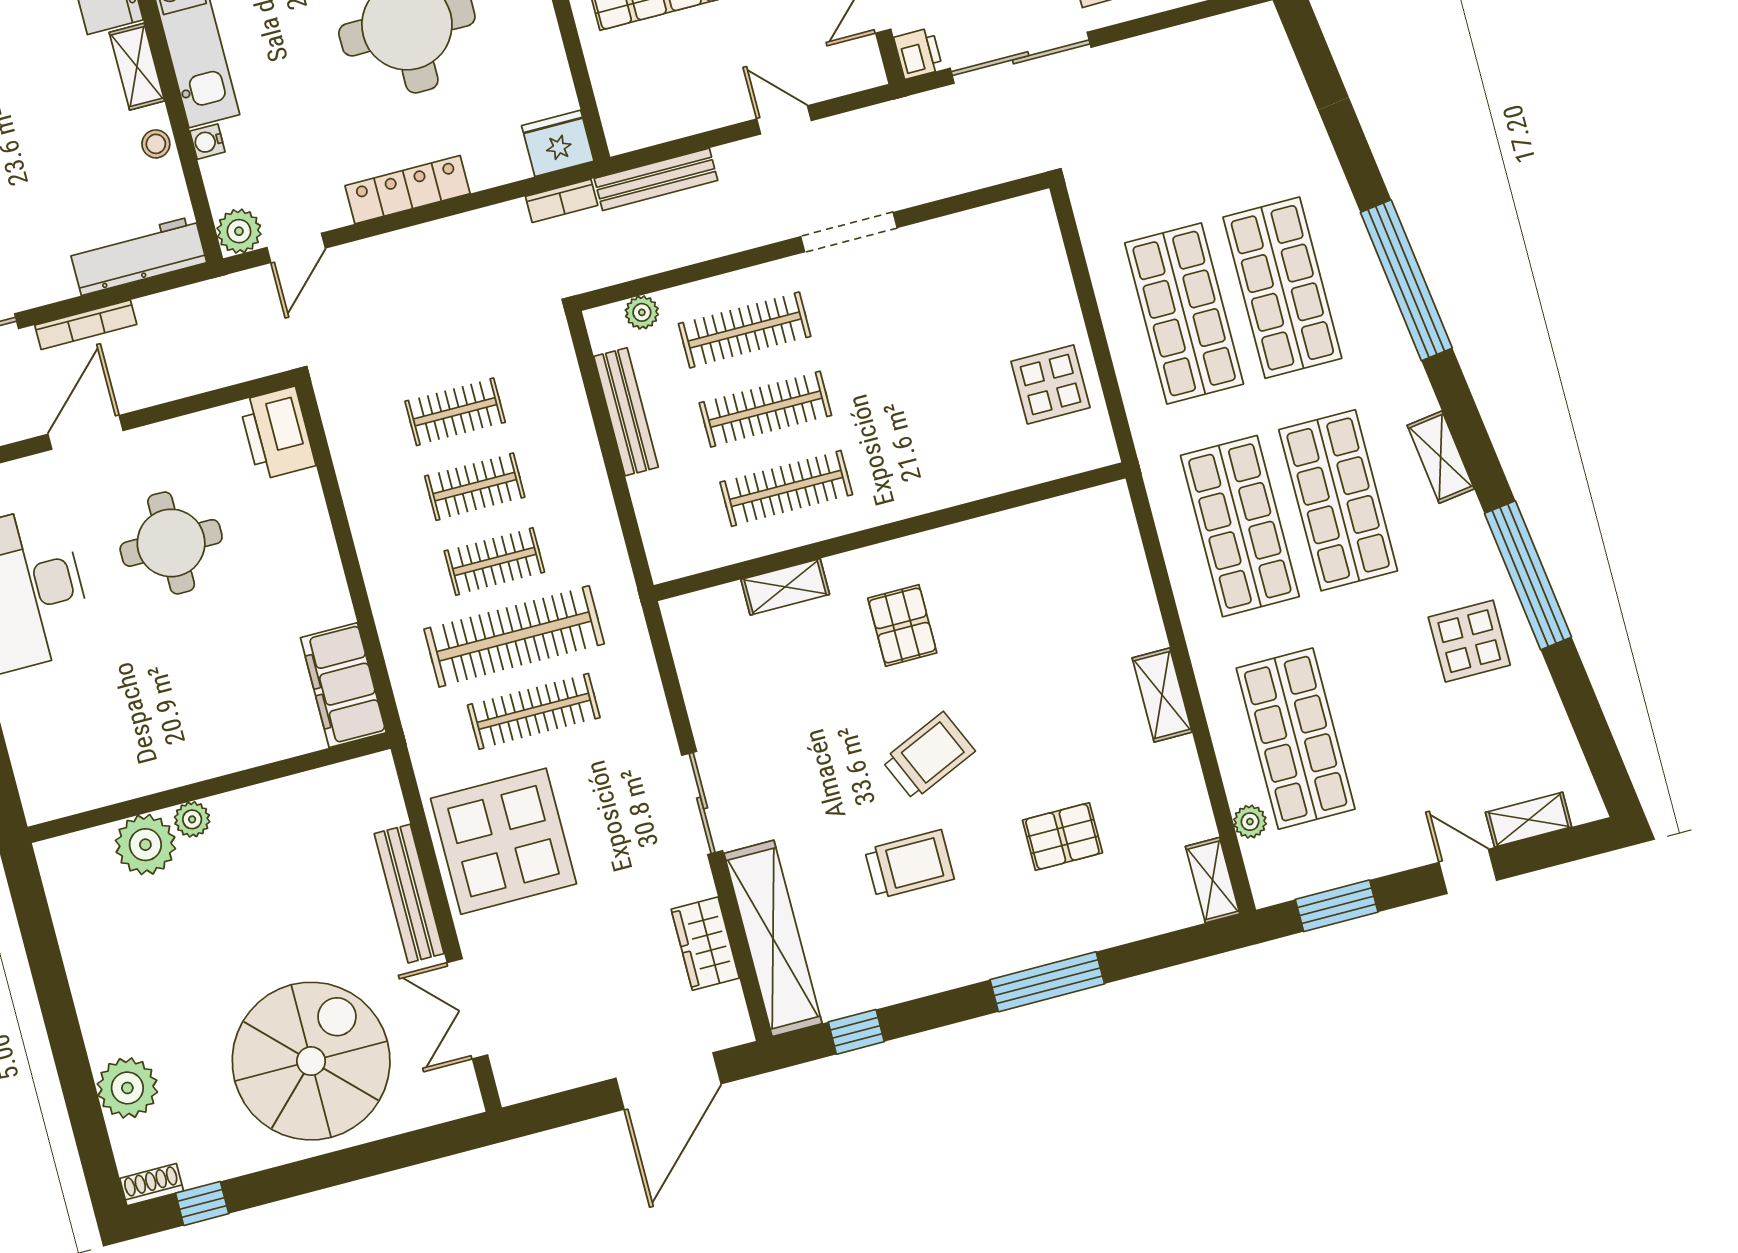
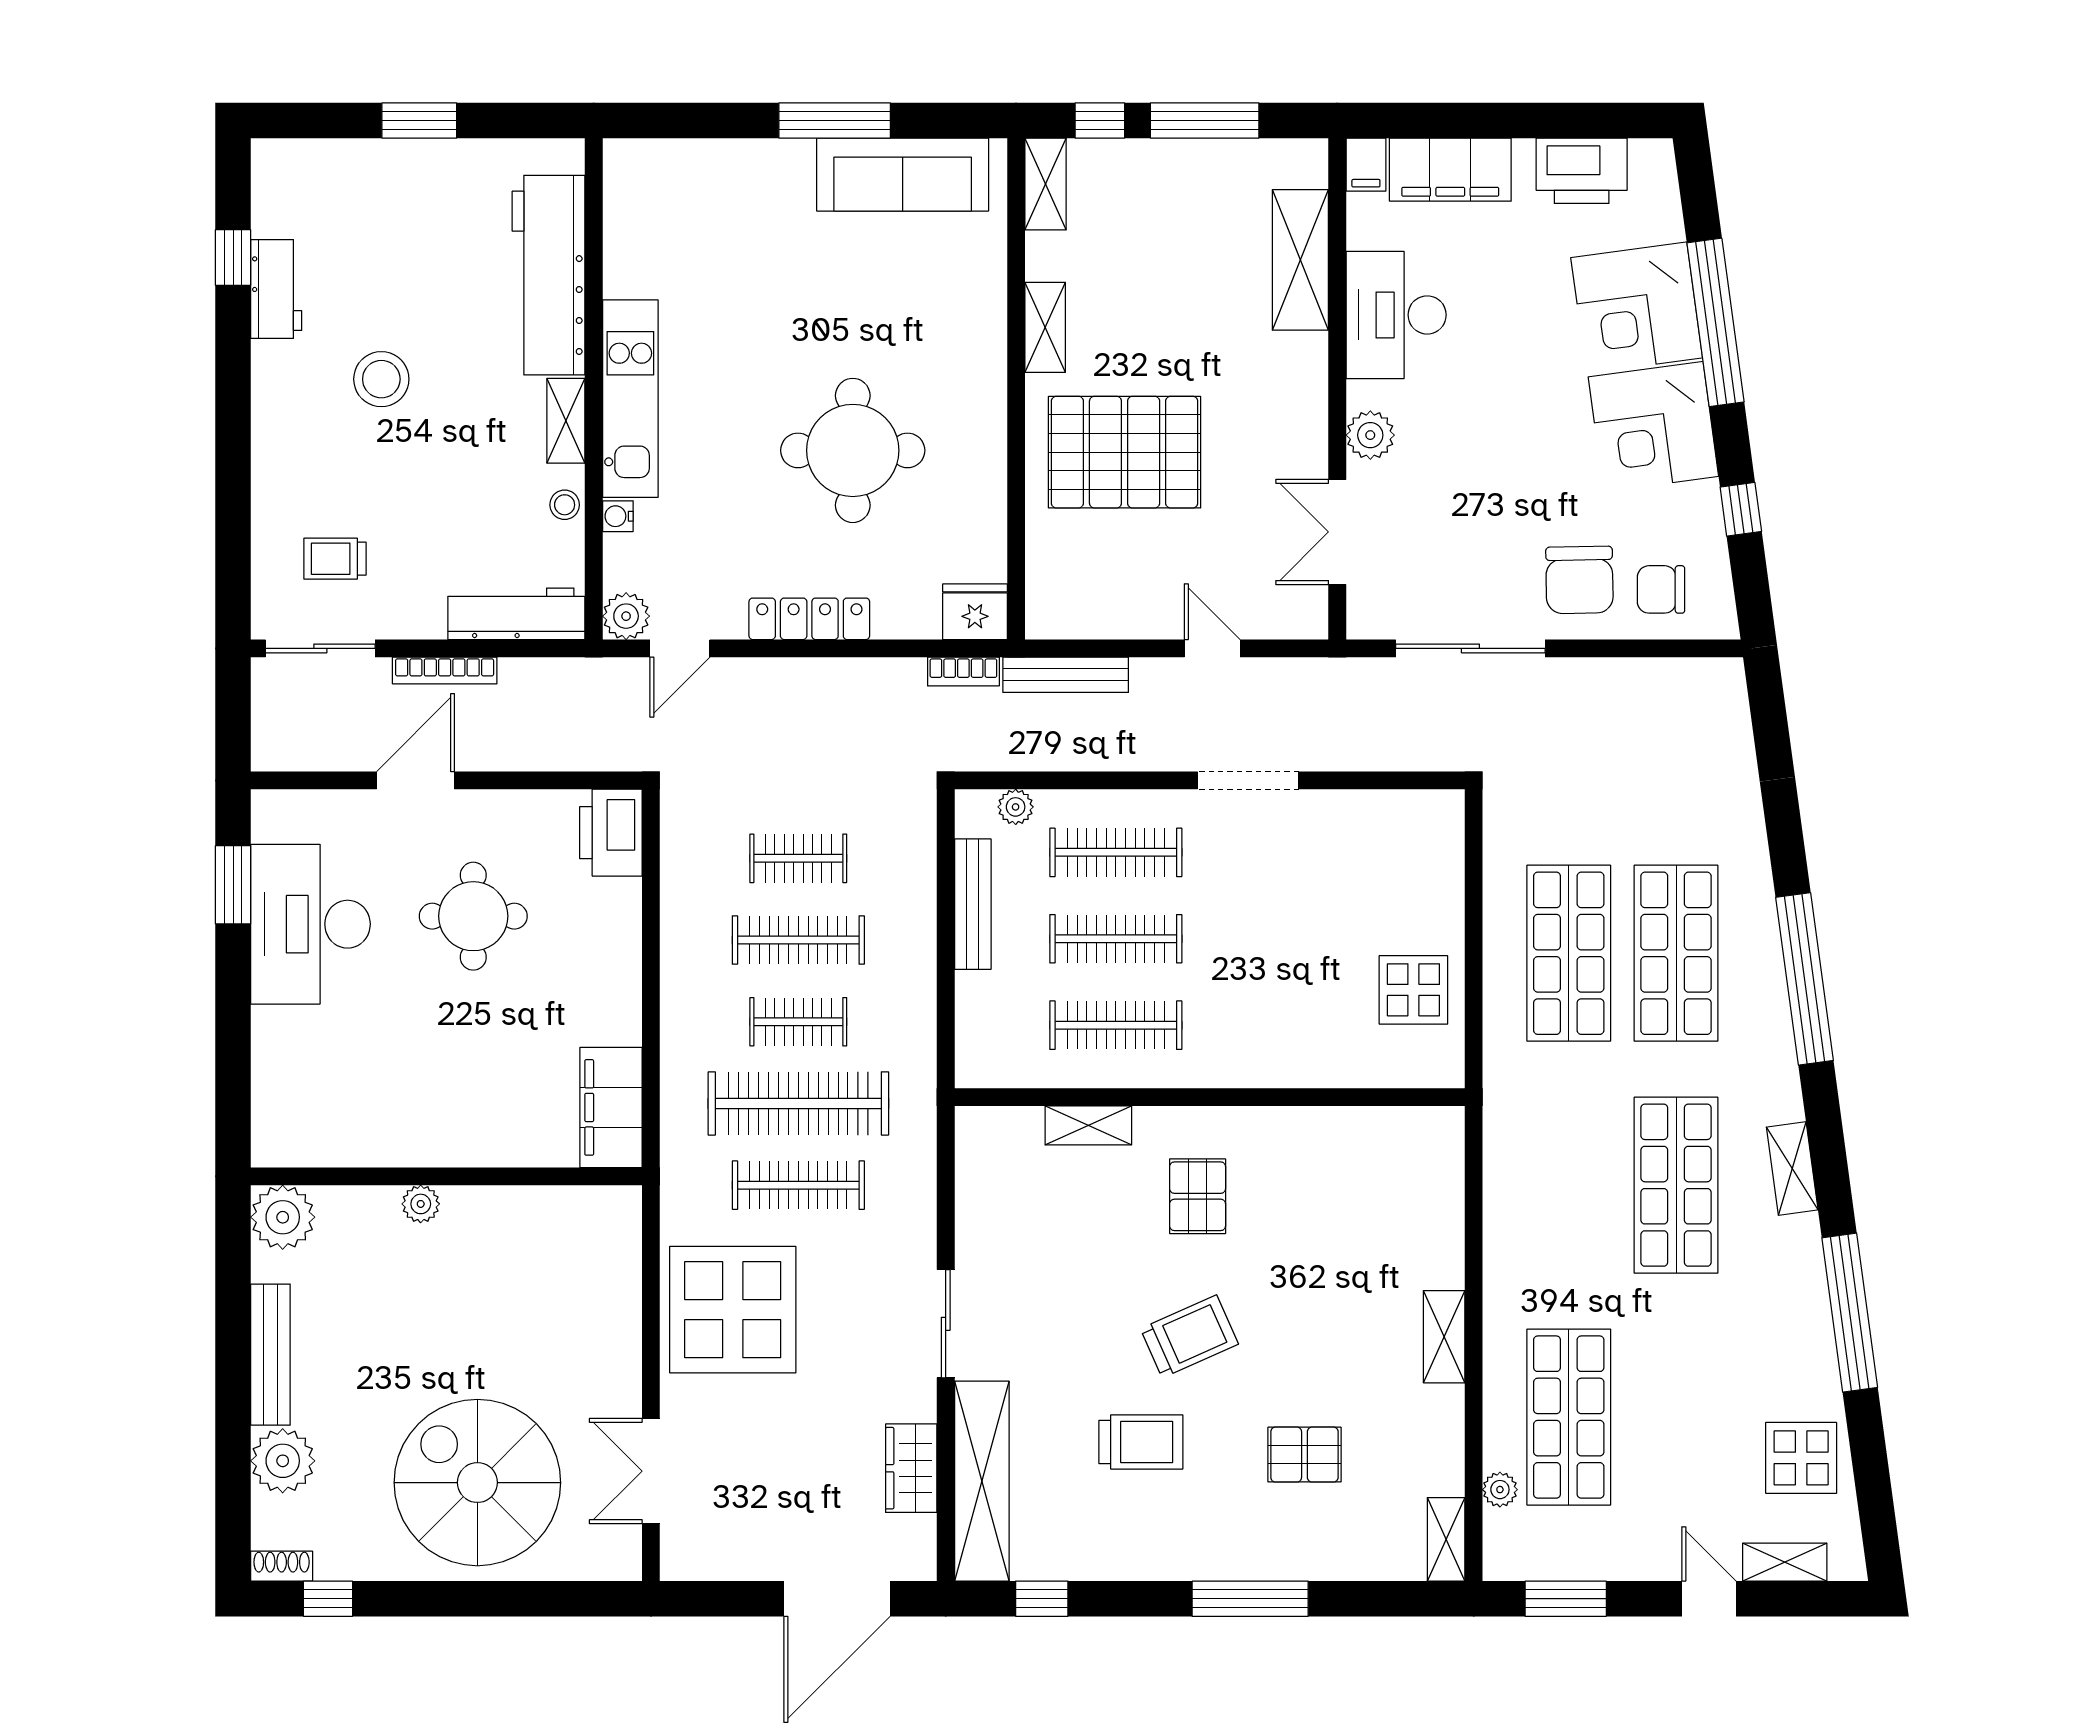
printer: (918, 53) -> (1367, 617), removed
clothes rail: (475, 487) -> (798, 940), width x1.36
shop shelf: (1240, 526) -> (1569, 1185), removed
display table: (1469, 641) -> (1801, 1458), moved
plant: (145, 845) -> (283, 1217), moved
bench: (409, 894) -> (270, 1355), moved
spiral stairs: (311, 1061) -> (477, 1483), turned -90

